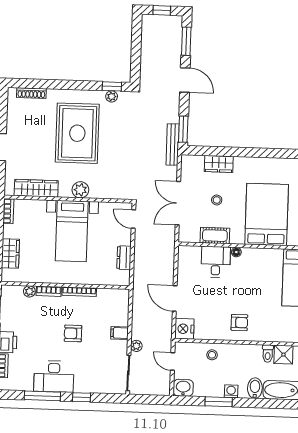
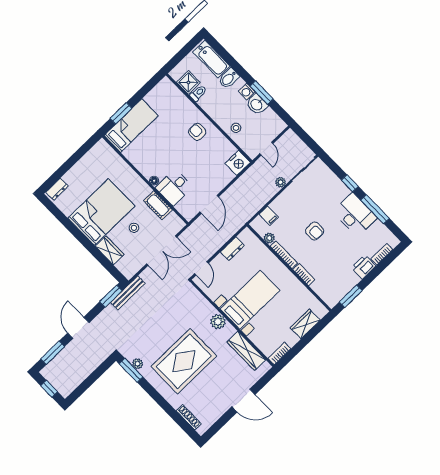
window: (112, 86) -> (131, 370), width x1.50
bed: (267, 214) -> (101, 212), moved, turned 180
plant: (29, 291) -> (269, 238), moved
door: (175, 299) -> (209, 204), moved
filing cabinet: (120, 333) -> (269, 216), moved
washbasin: (183, 388) -> (257, 104), moved

